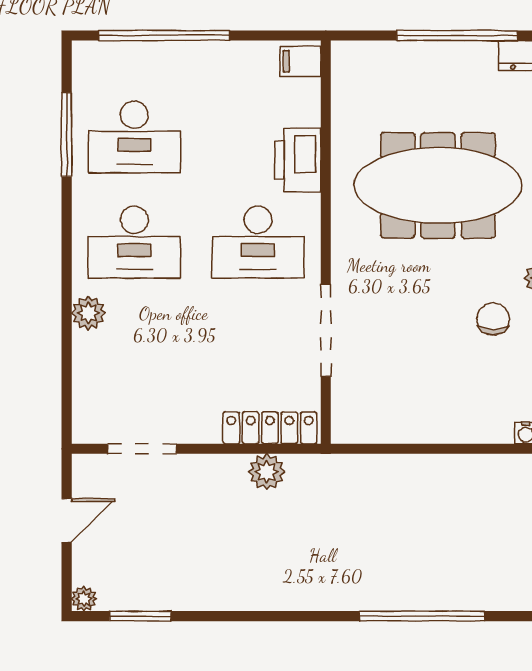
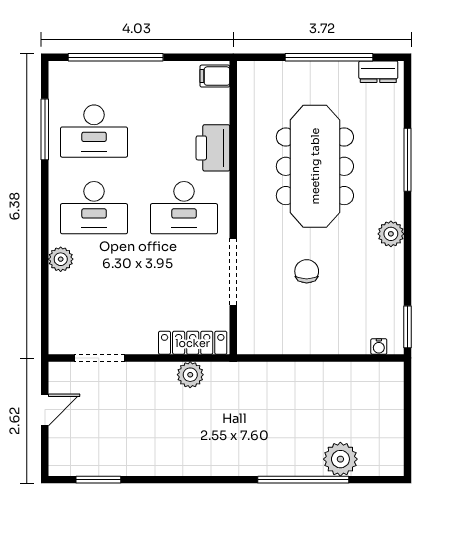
meeting table: (438, 185) -> (315, 166), turned 90
chair: (493, 319) -> (307, 271), moved
plant: (84, 599) -> (340, 459), moved, width x1.88, depth x1.88

